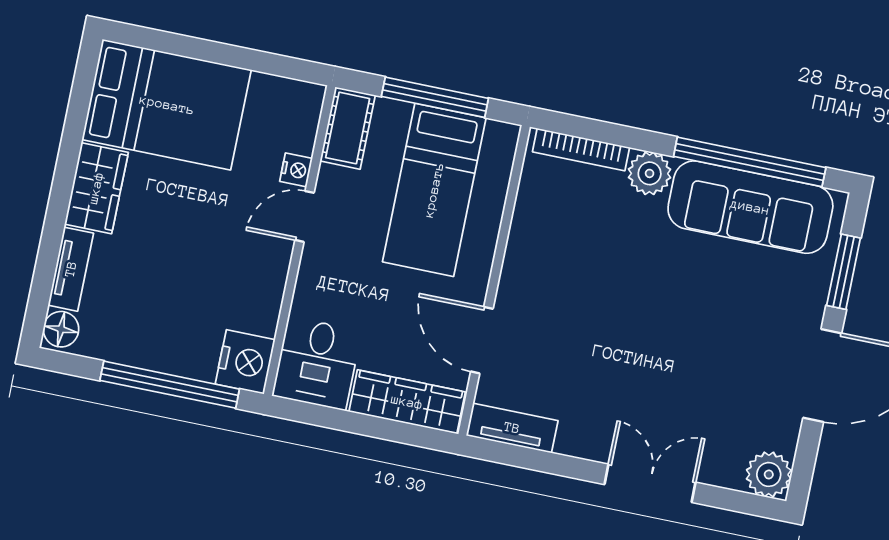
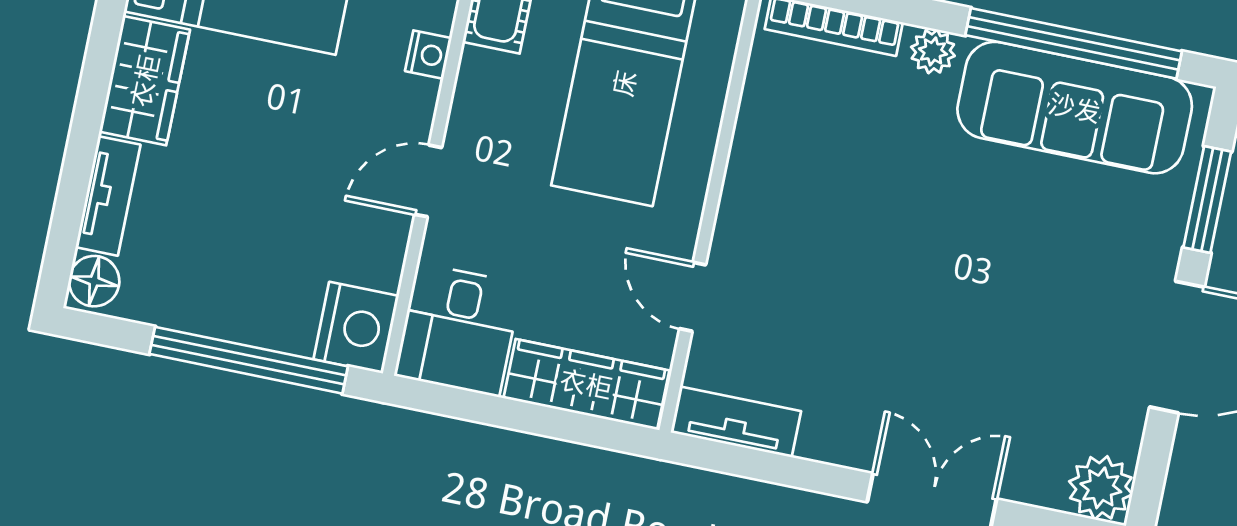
plant: (650, 173) -> (933, 51), width x0.73, depth x0.73
door: (304, 216) -> (428, 181), moved
door: (482, 340) -> (693, 297), width x0.73

